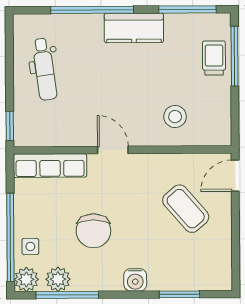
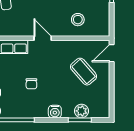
chair: (93, 231) -> (31, 84), width x0.54, depth x0.54
plant: (58, 279) -> (81, 111), moved

